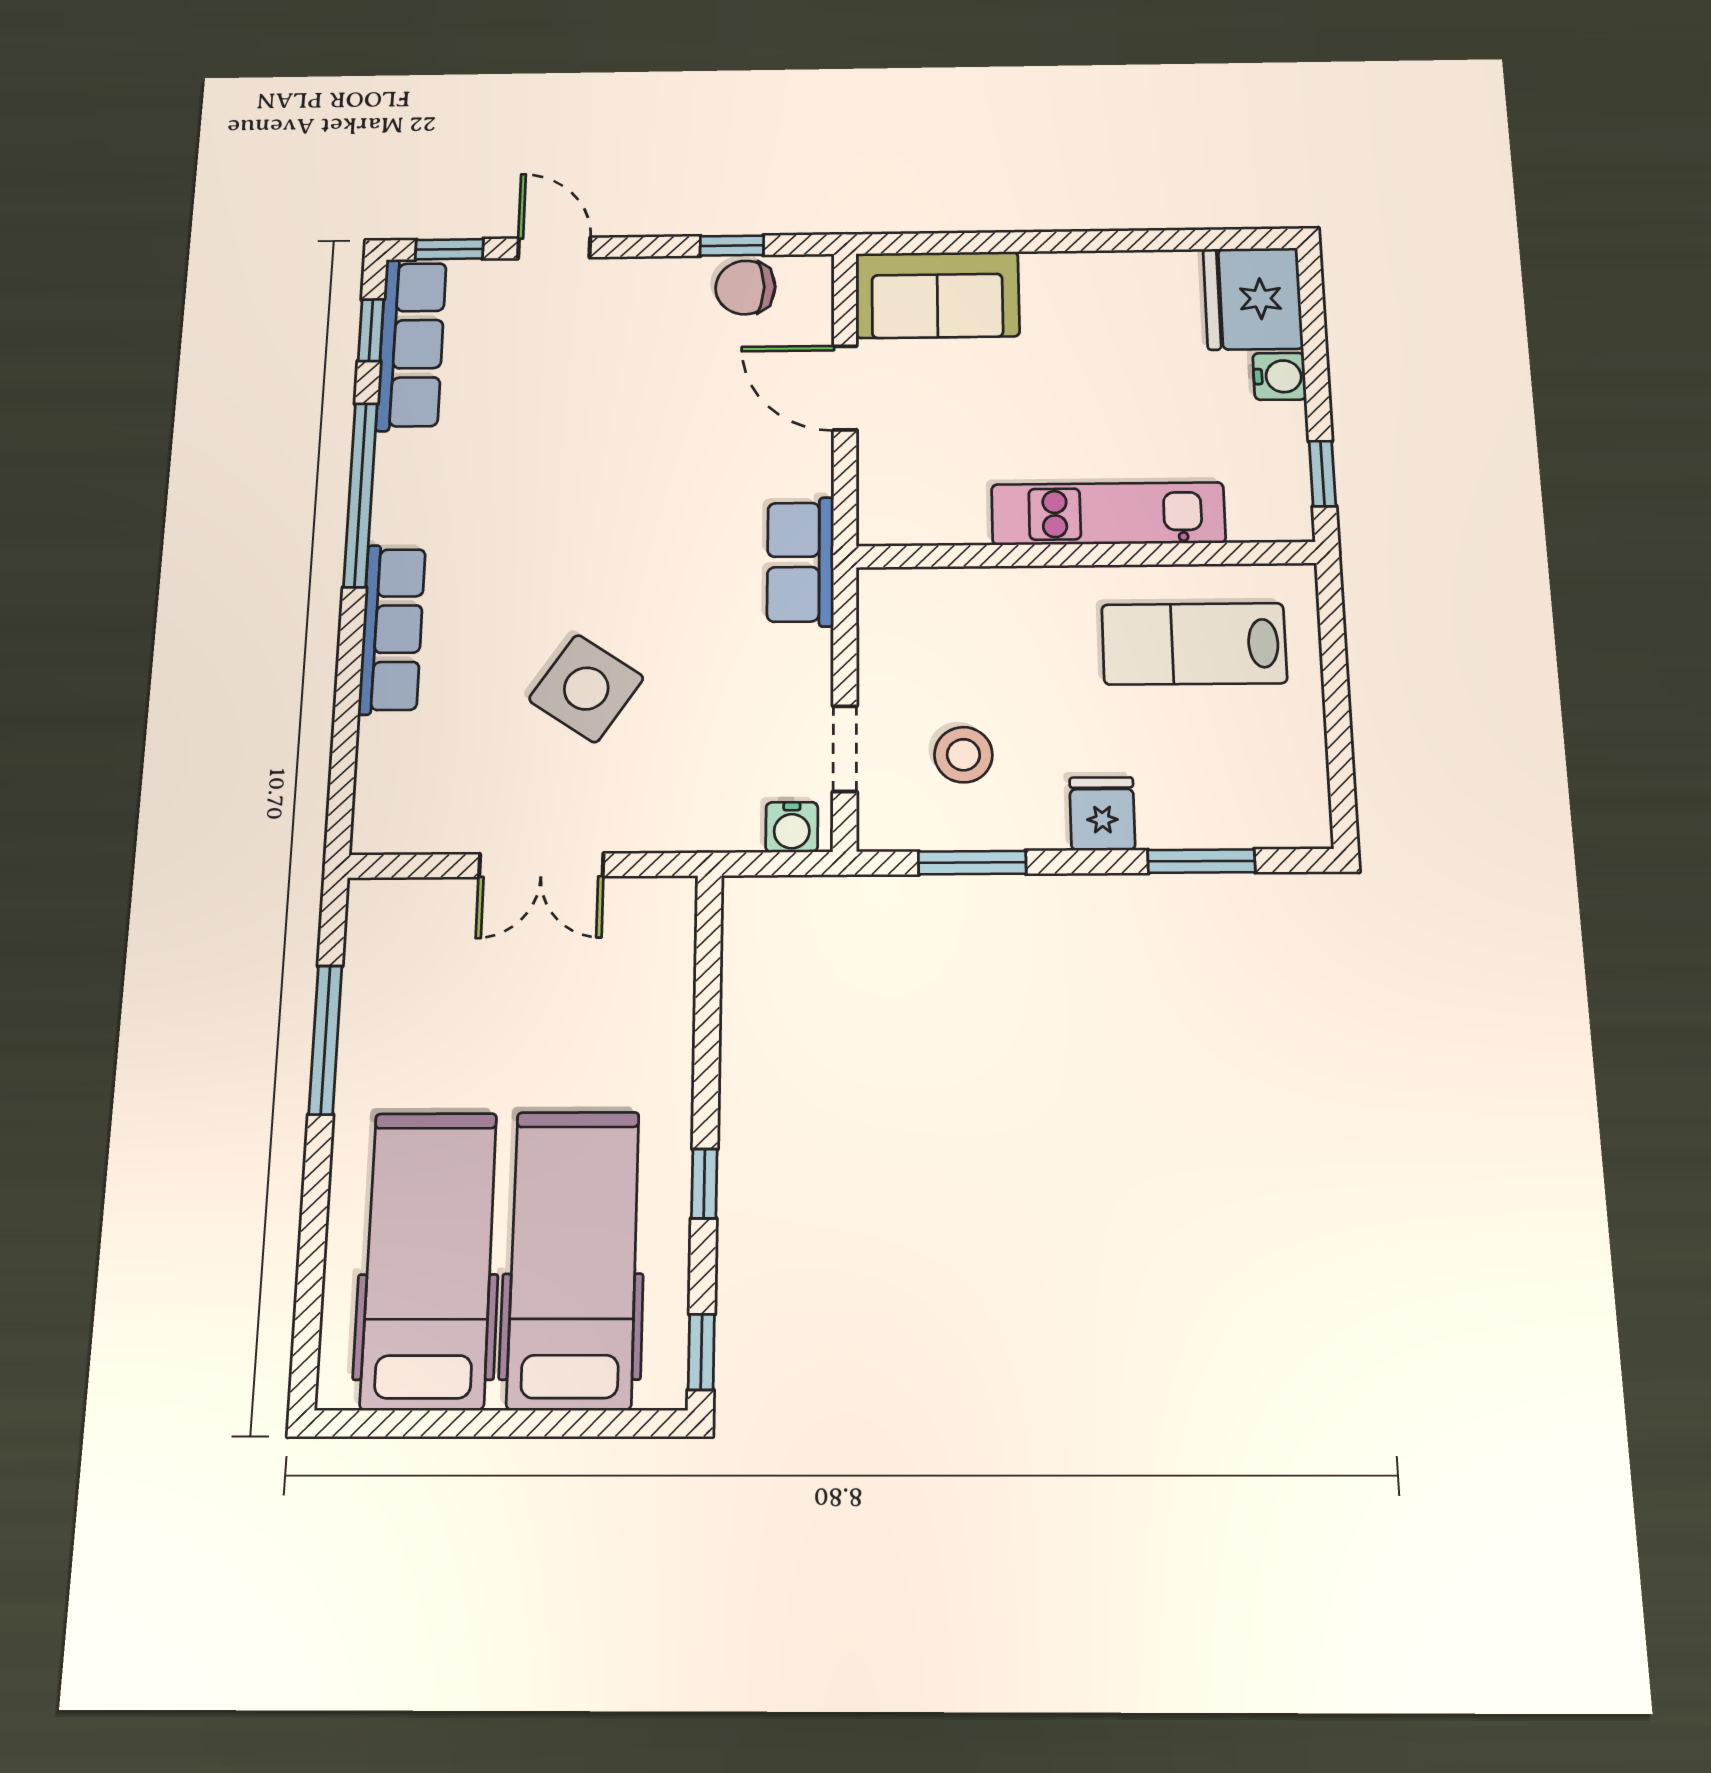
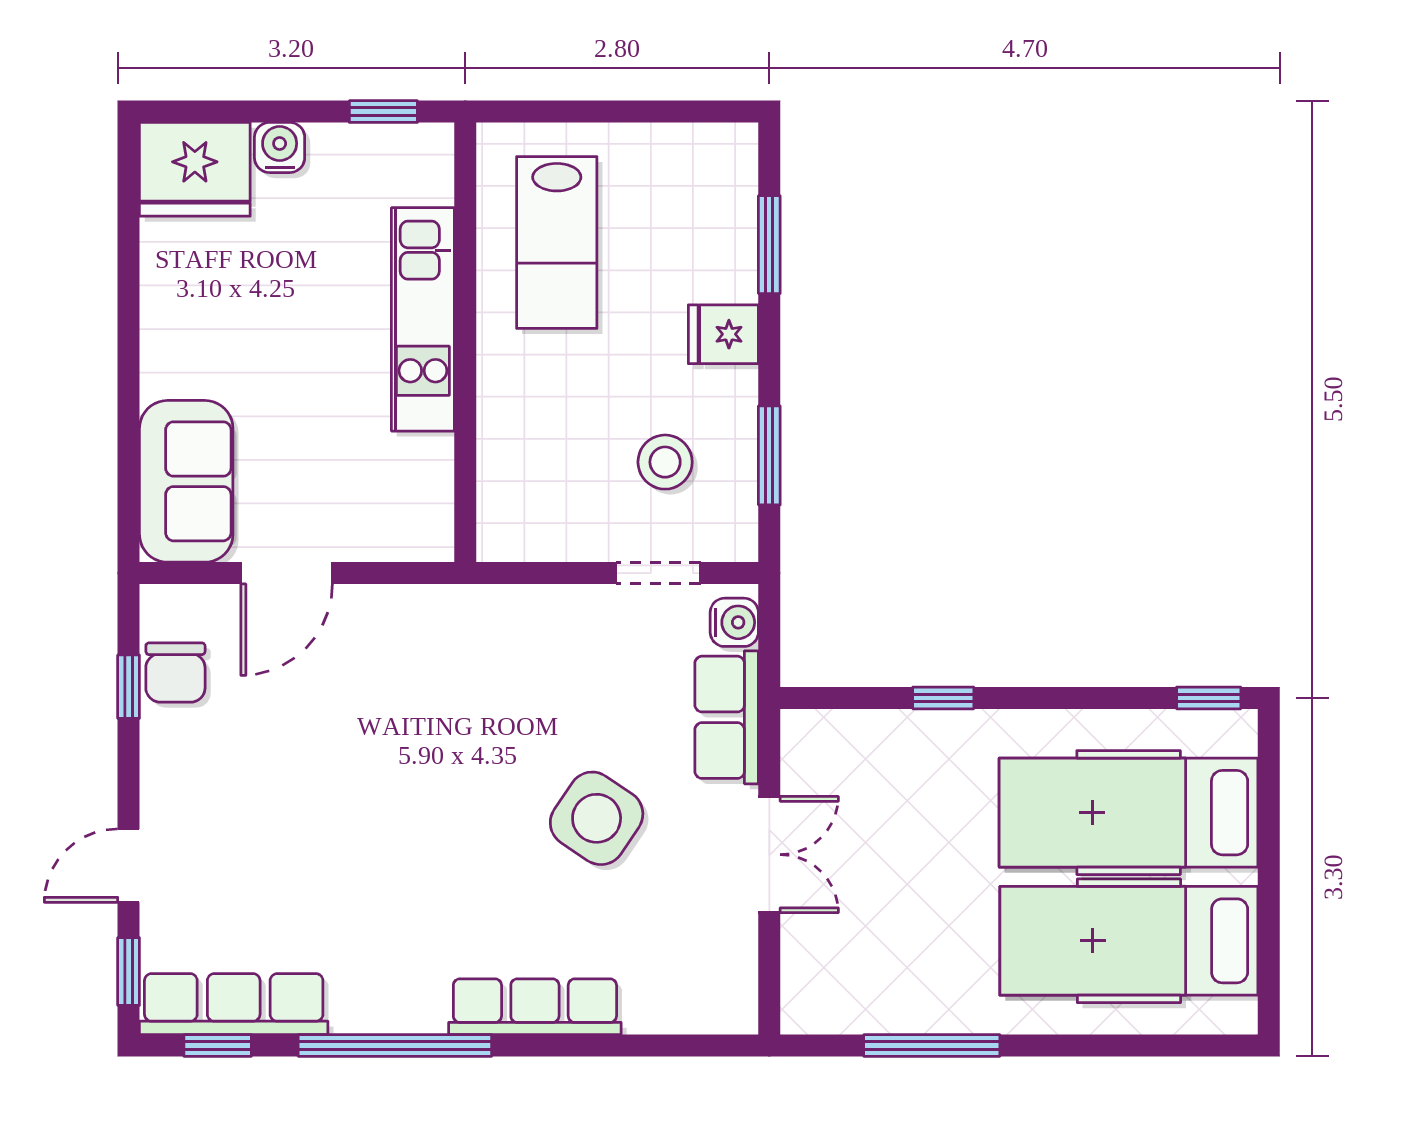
row of seats: (801, 562) -> (727, 717), moved, turned 90
window: (704, 1184) -> (943, 698), moved

